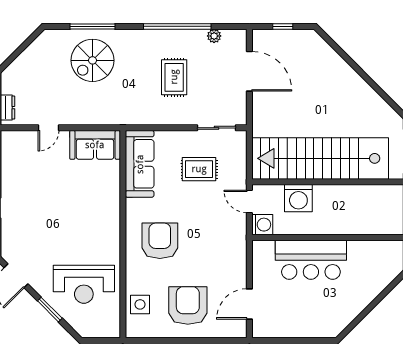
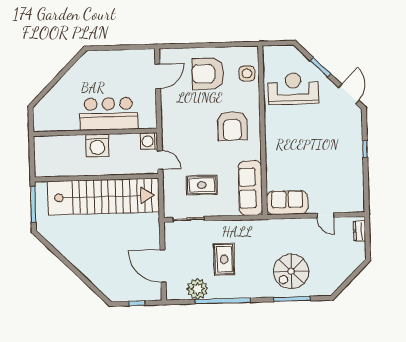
plant: (214, 36) -> (197, 289), width x1.88, depth x1.88
spiral stairs: (92, 60) -> (291, 271), turned 180
door: (49, 128) -> (325, 215), swing flipped
washing machine: (298, 198) -> (97, 146), moved, turned 180
armchair: (188, 306) -> (208, 74), turned 90

